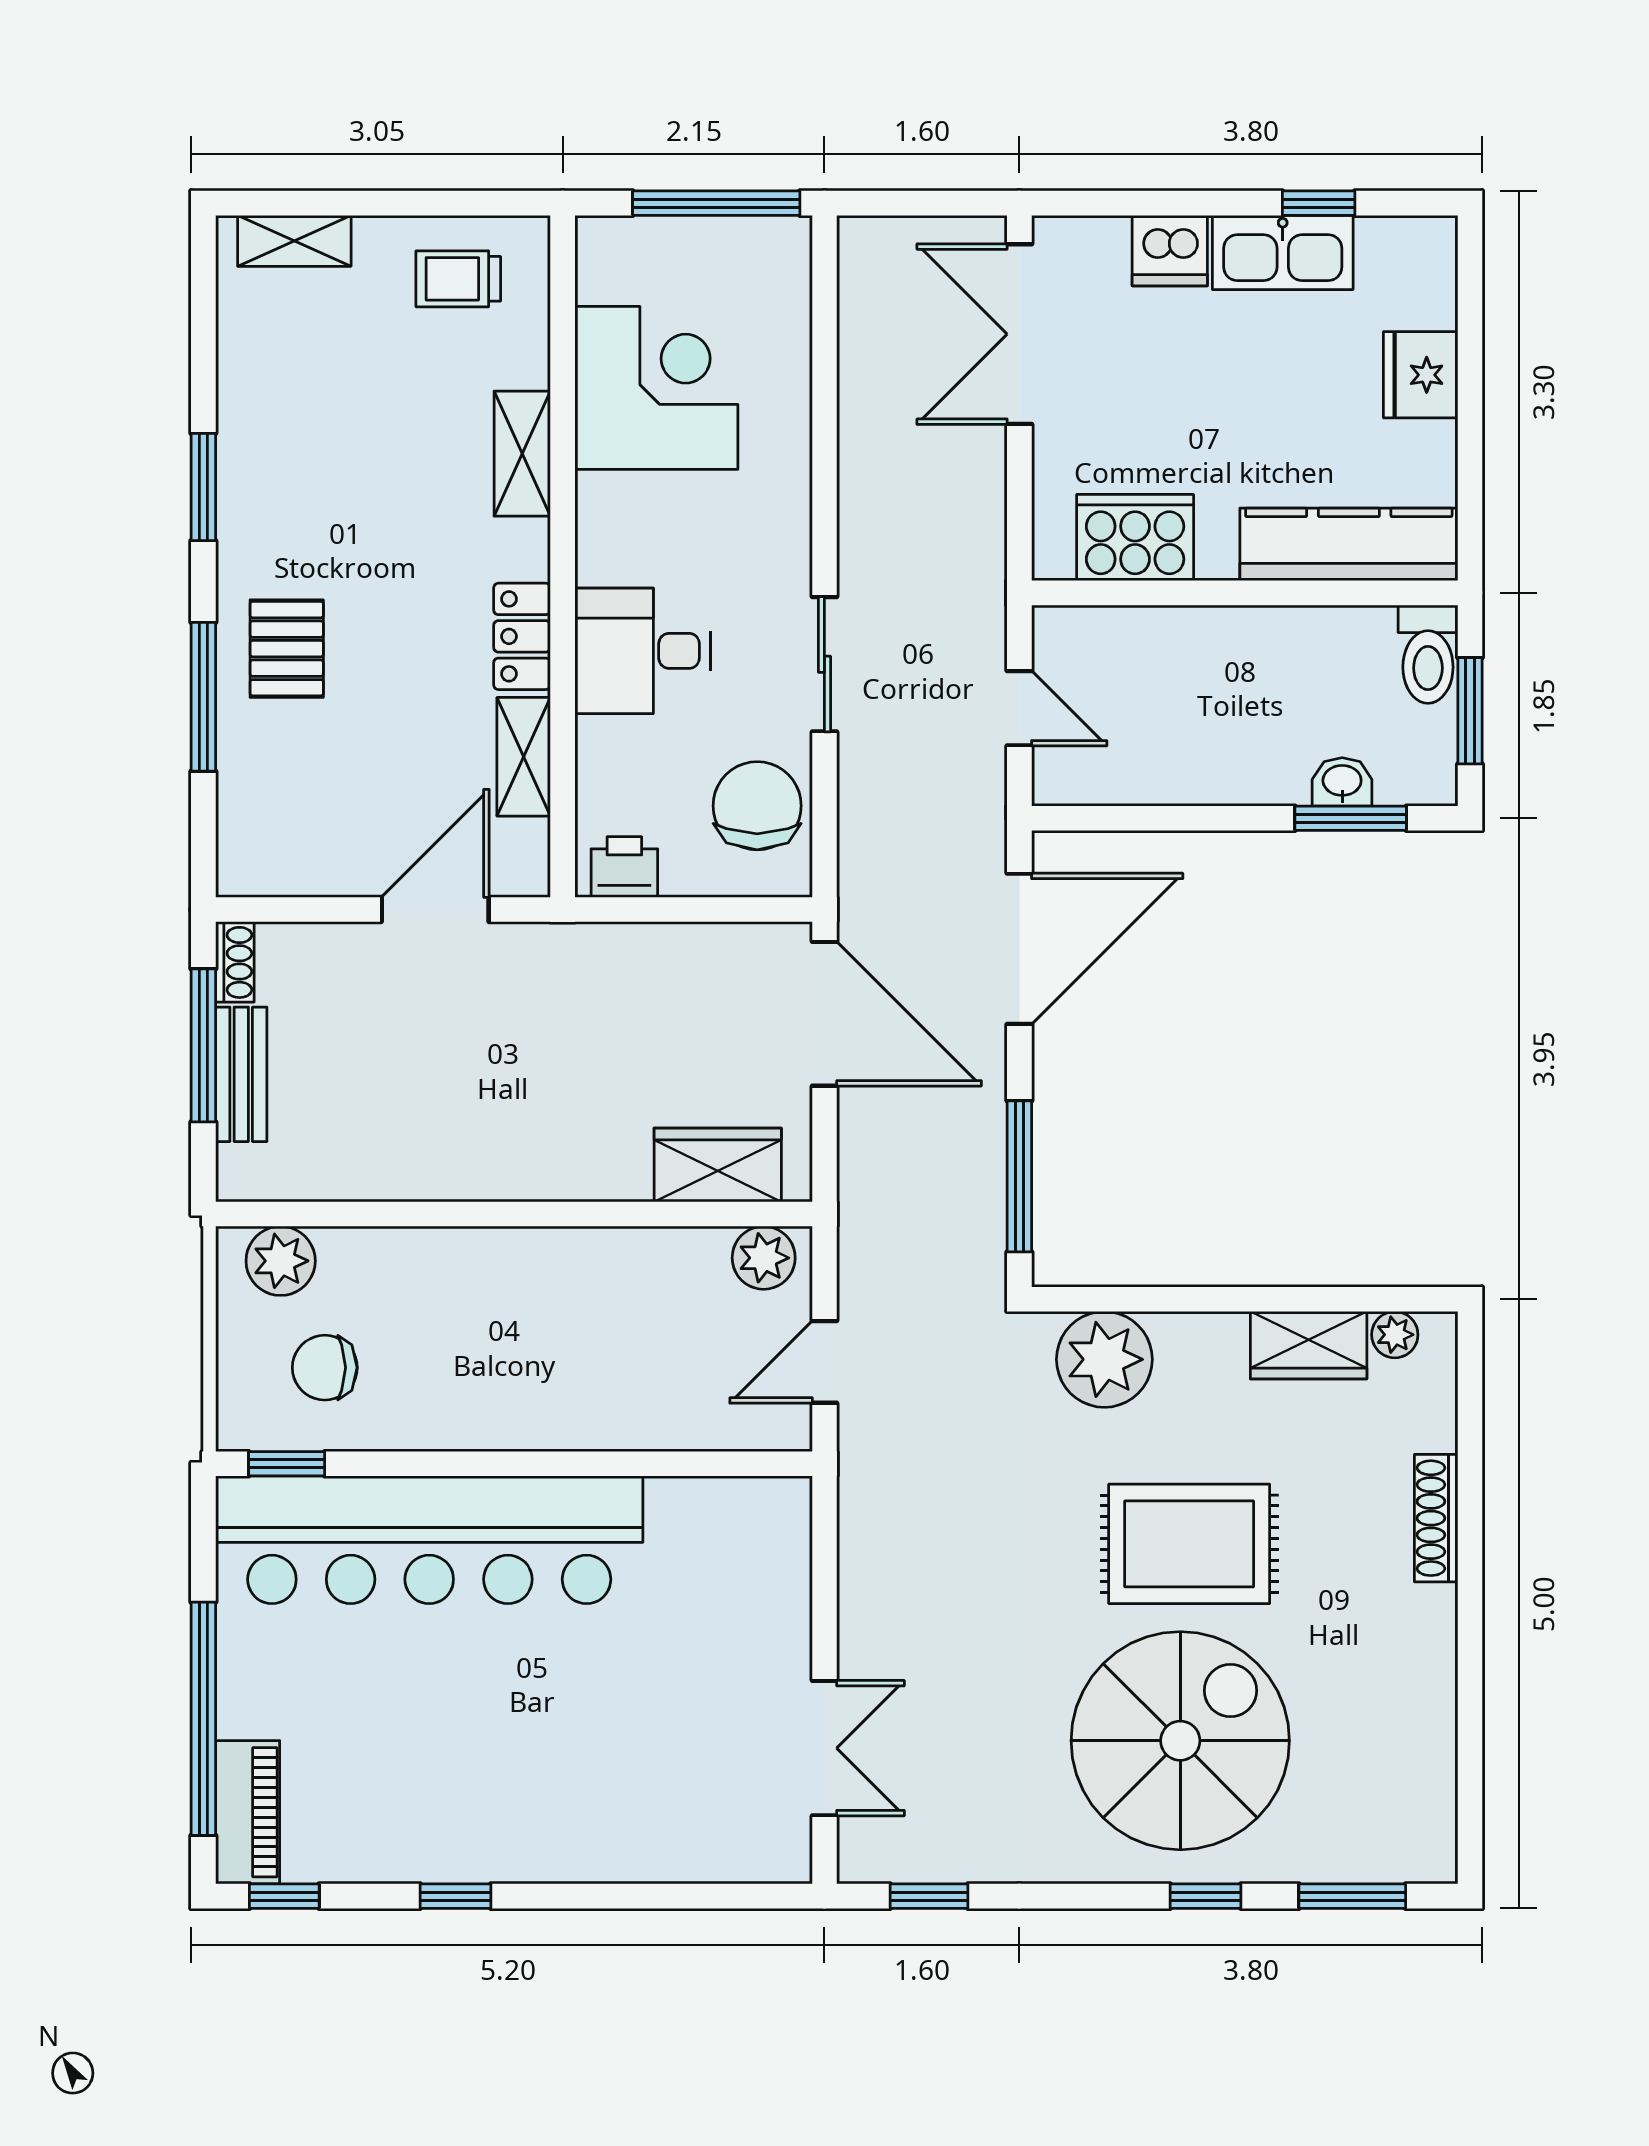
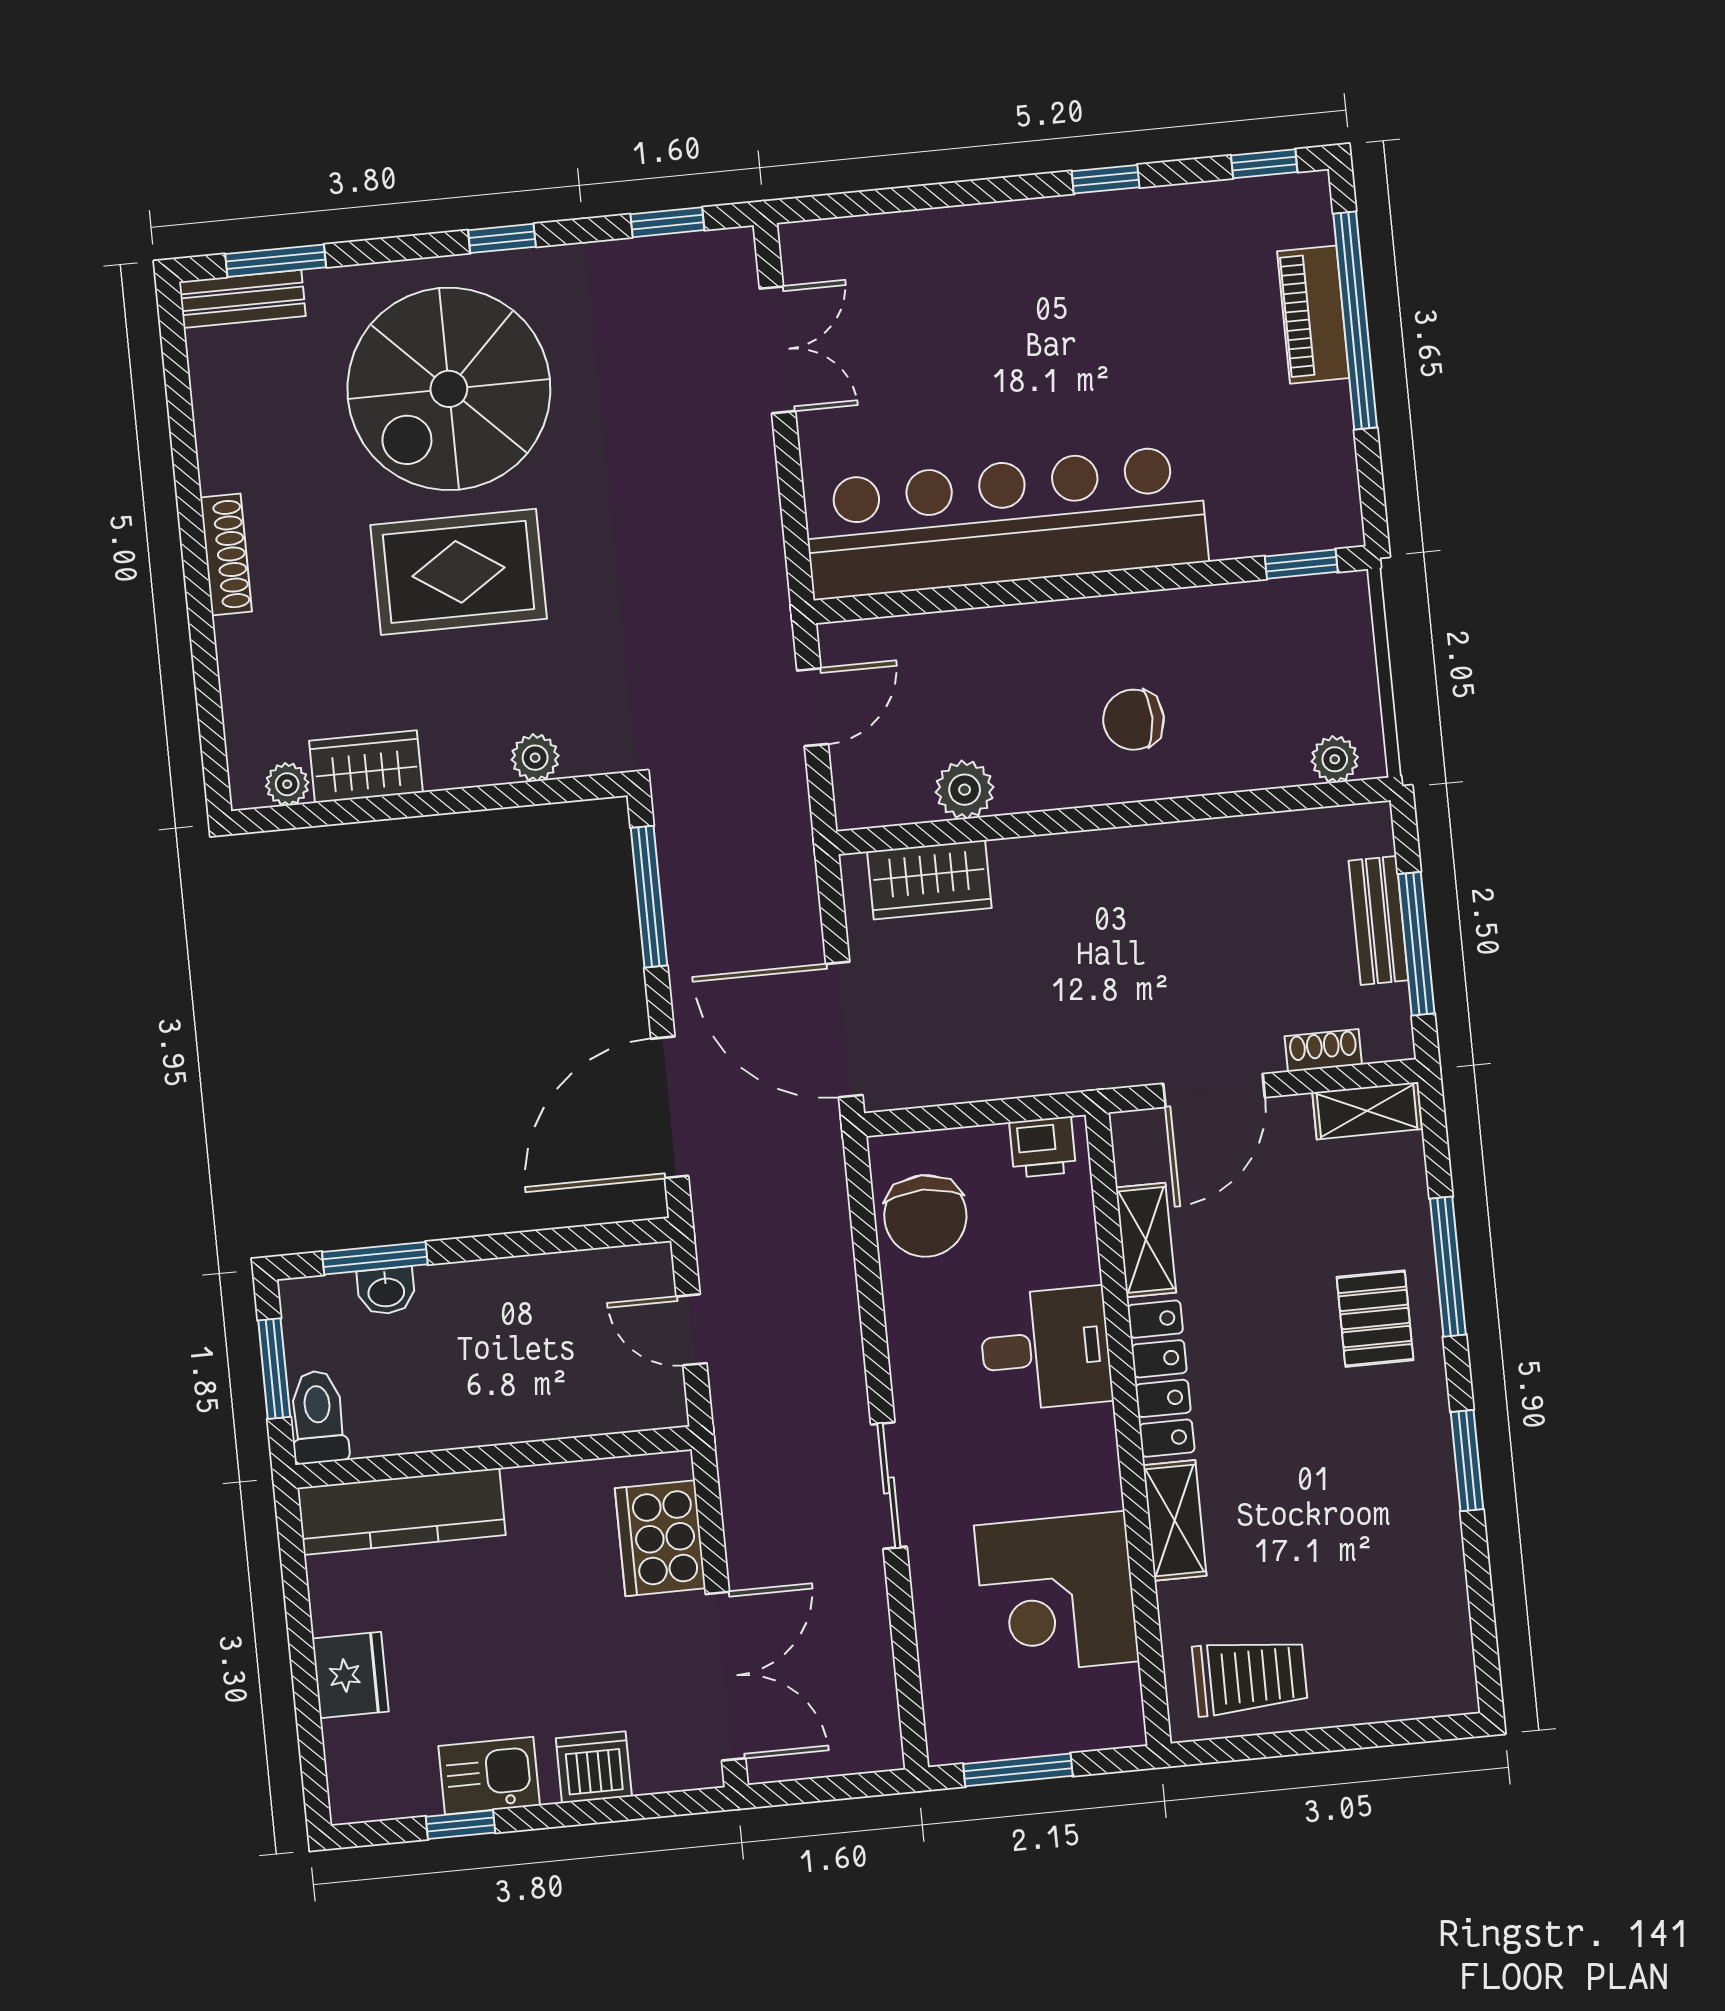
window: (716, 203) -> (1018, 1770), width x0.69
shelving: (294, 241) -> (1367, 1111), moved
kitchen sink: (1283, 252) -> (489, 1776), width x0.73
trolley: (458, 279) -> (1250, 1676), width x1.36, depth x1.39
cooker: (1135, 538) -> (660, 1538), moved, turned 90
locker: (522, 636) -> (1161, 1379), width x1.53
sliding door: (824, 664) -> (889, 1485), moved
shoe rack: (235, 962) -> (1323, 1050), moved, turned 90
plant: (764, 1258) -> (965, 790), moved
plant: (281, 1261) -> (1335, 759), width x0.73, depth x0.73
plant: (1104, 1359) -> (535, 758), width x0.53, depth x0.53
chair: (325, 1368) -> (1133, 720), moved, turned 180
shoe rack: (1436, 1518) -> (226, 555), moved
bar counter: (429, 1540) -> (1006, 522), moved
double door: (824, 1748) -> (778, 350), swing flipped
piano: (248, 1812) -> (1313, 315), moved
bench: (1392, 1859) -> (242, 299), added
window: (1205, 1896) -> (502, 238), moved

